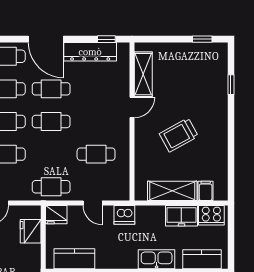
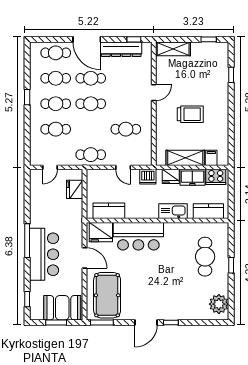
shelving: (143, 74) -> (173, 49), moved, turned 90
trolley: (179, 135) -> (190, 114), turned -151
fridge: (56, 215) -> (171, 176), moved

